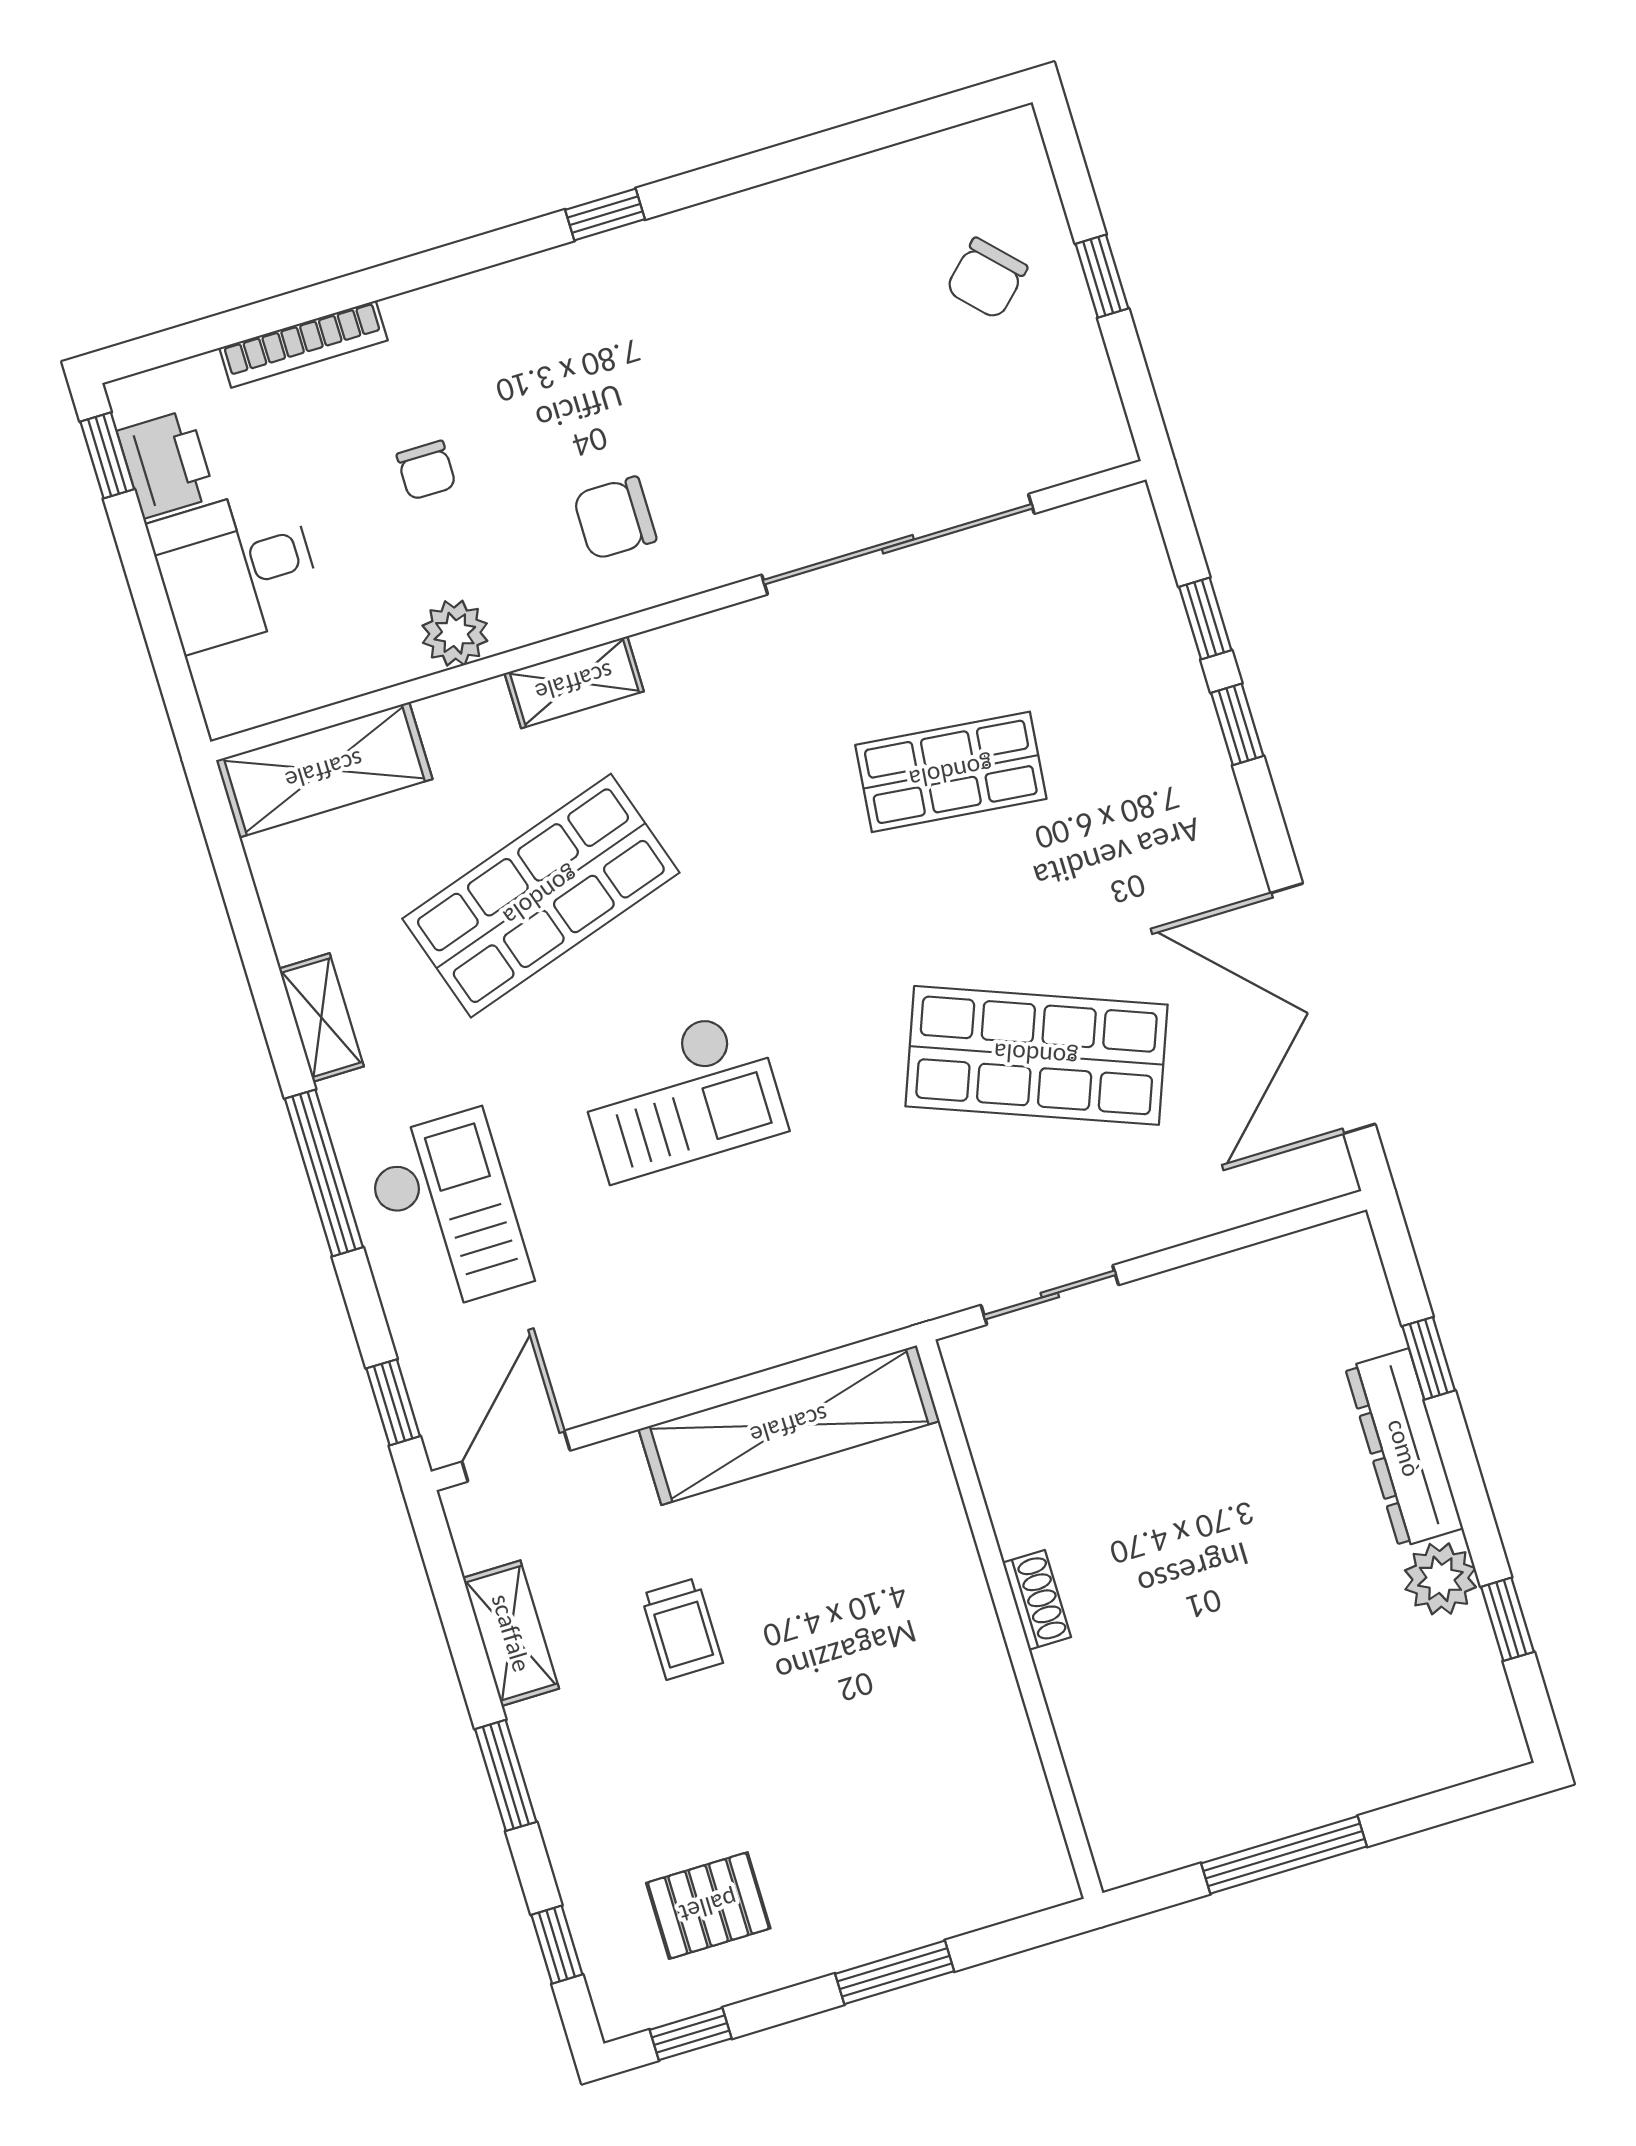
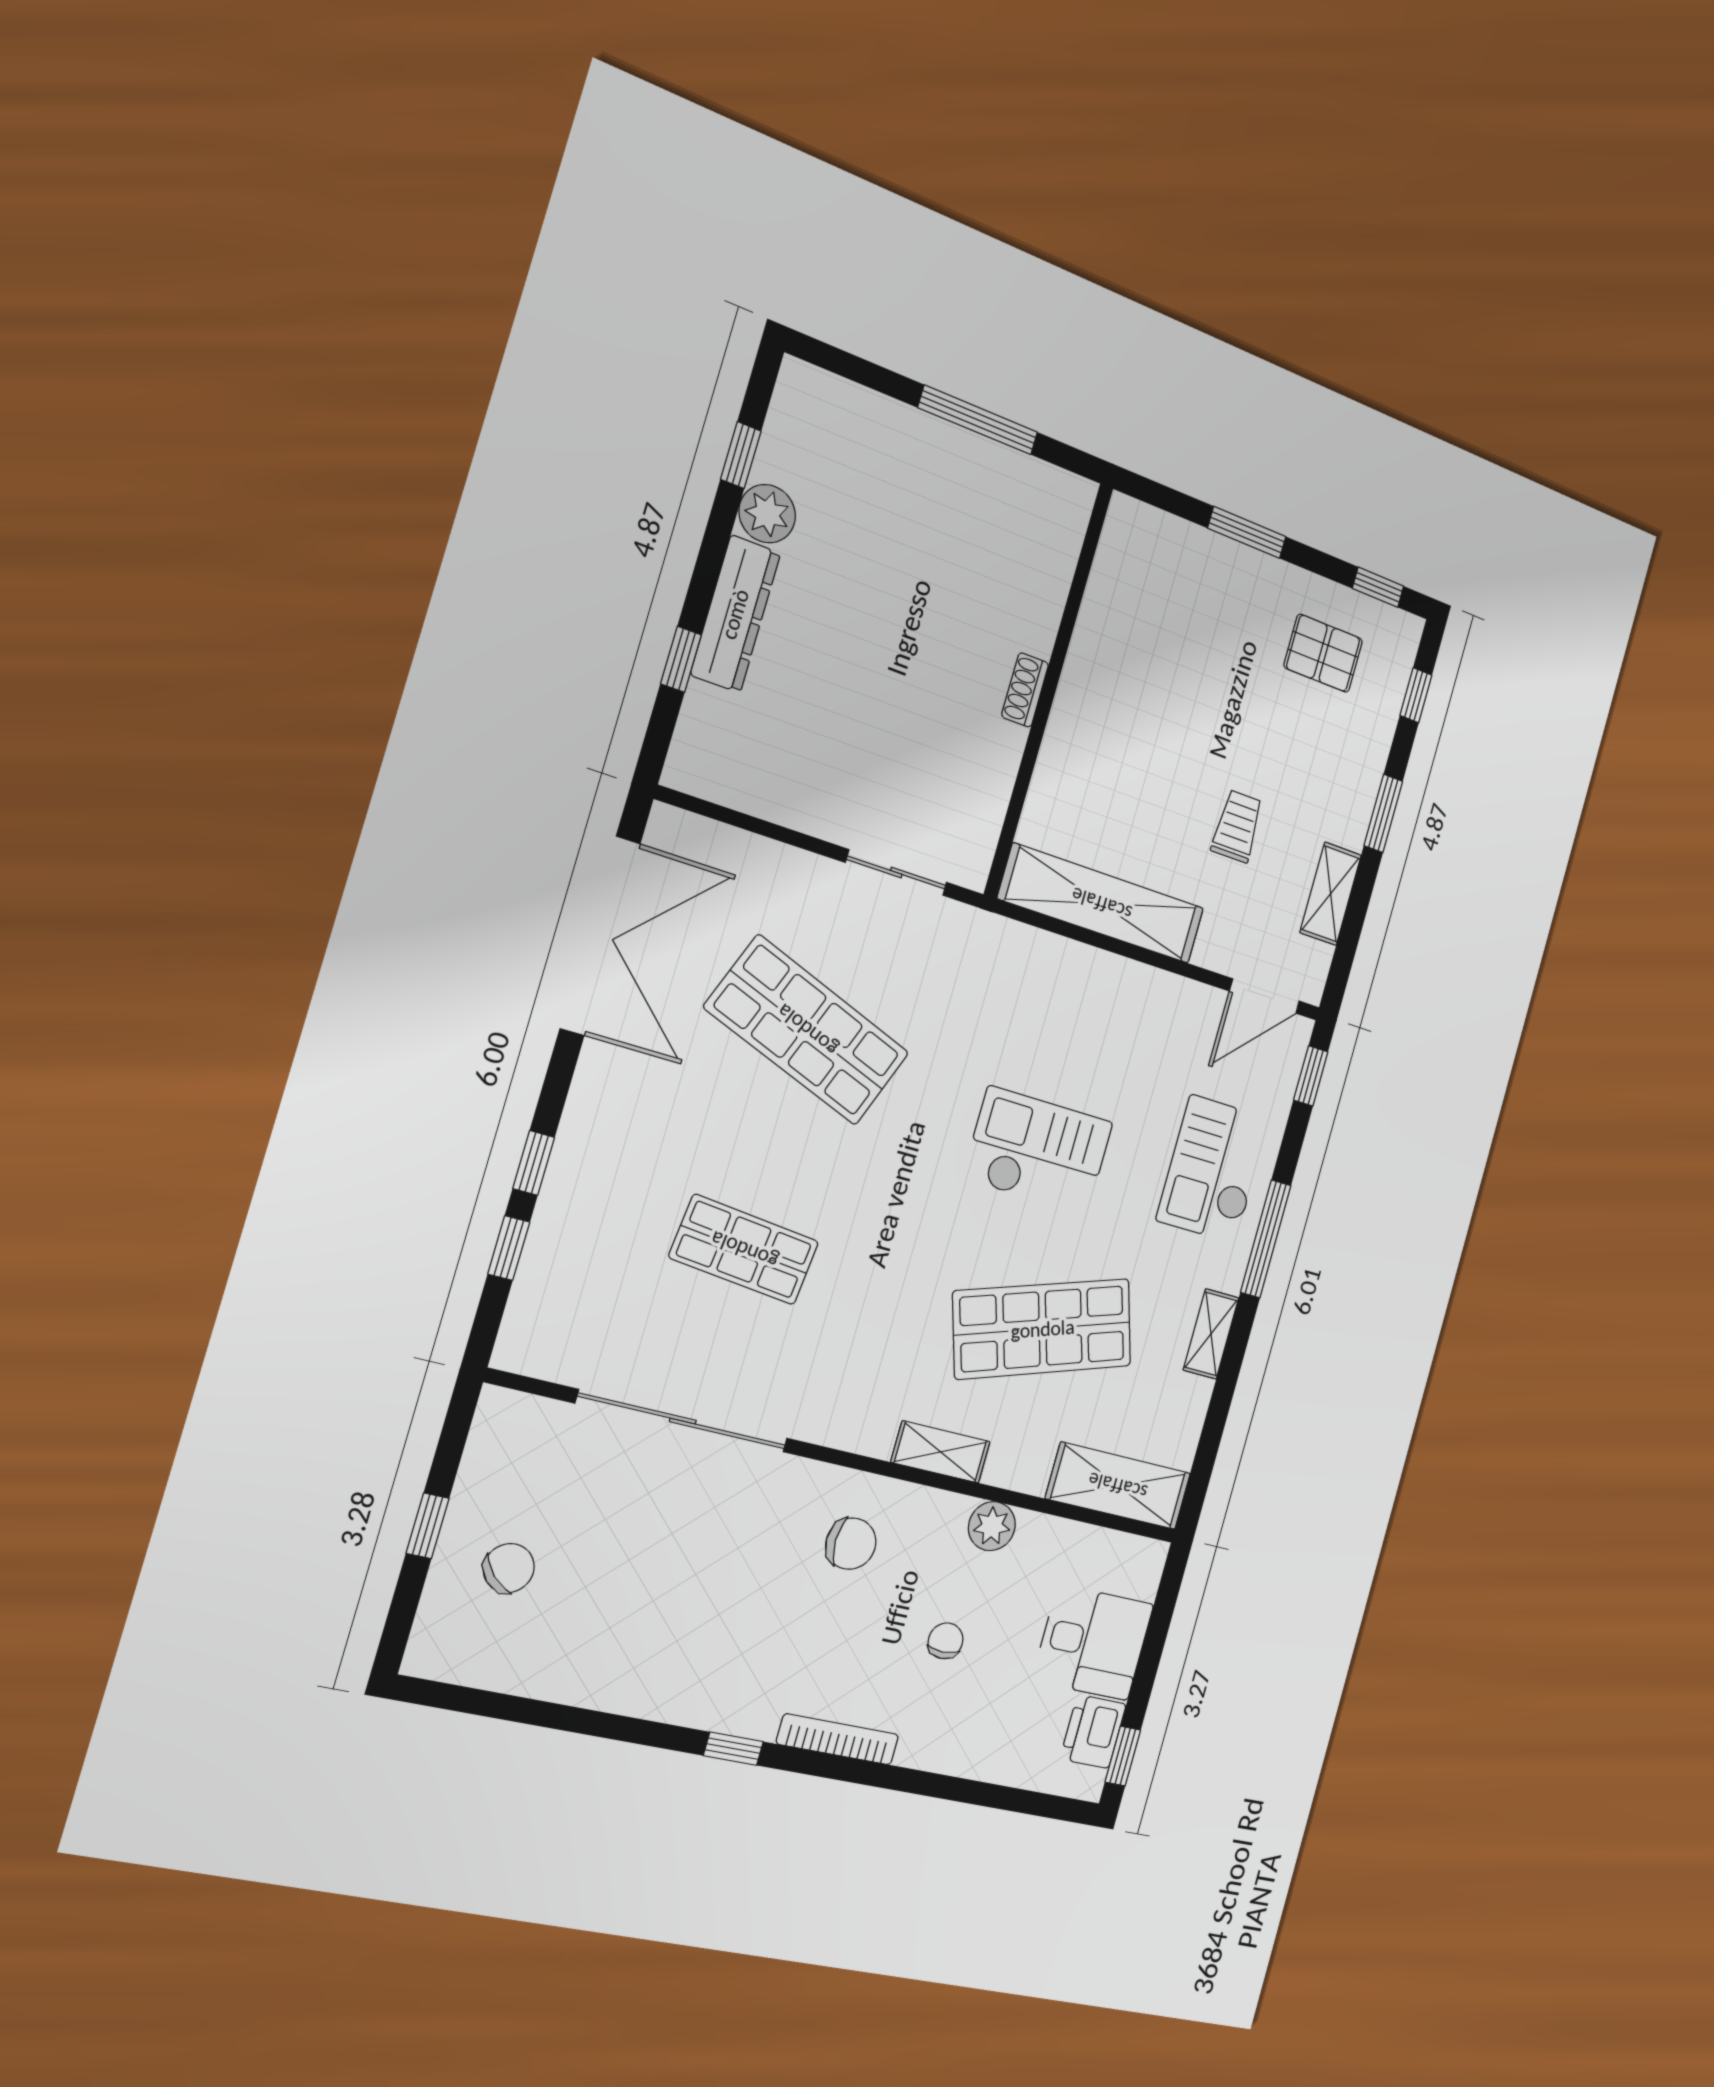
bookcase: (303, 344) -> (838, 1739), moved

